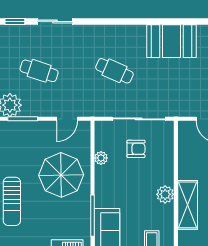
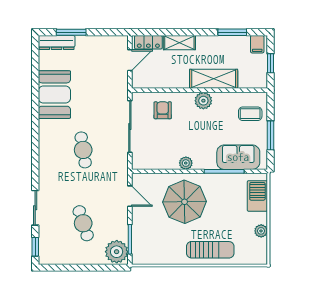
cafe table: (39, 71) -> (83, 223), turned -36
cafe table: (114, 71) -> (83, 150), turned -33
armchair: (136, 149) -> (163, 110), moved
plant: (101, 158) -> (186, 163), moved

